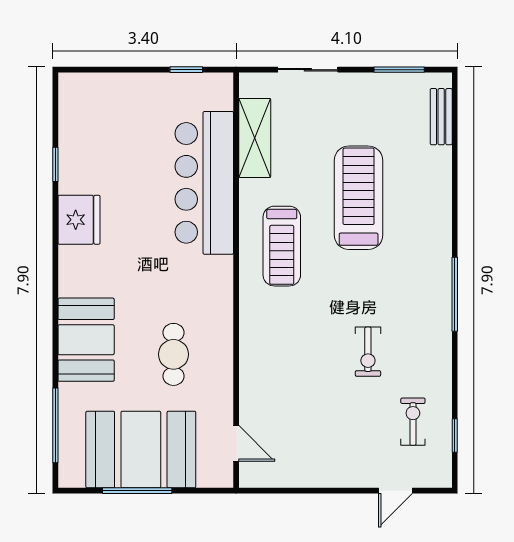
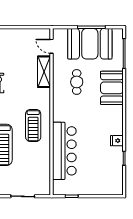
shelving: (255, 138) -> (44, 72), moved
fridge: (79, 220) -> (117, 141), width x0.53, depth x0.75
treadmill: (282, 246) -> (33, 125), turned 180

